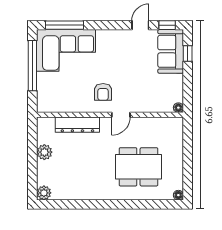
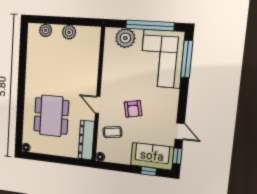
plant: (47, 90) -> (125, 38), added
armchair: (103, 92) -> (133, 109), moved, turned -102
coffee table: (149, 96) -> (112, 132), added
dresser: (77, 125) -> (86, 140), moved
plant: (44, 193) -> (46, 30), moved

